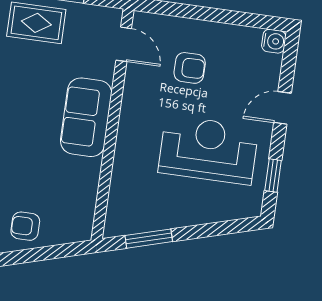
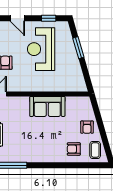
sofa: (86, 117) -> (47, 106), moved
window: (149, 239) -> (78, 48), moved

